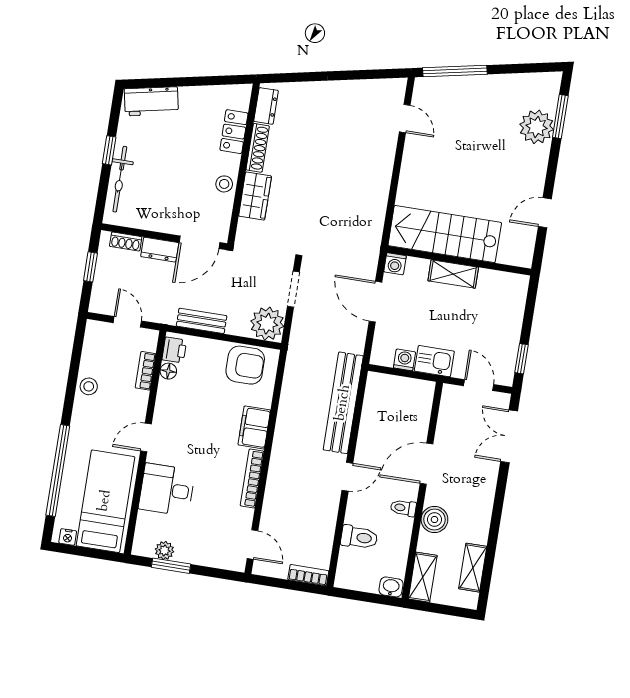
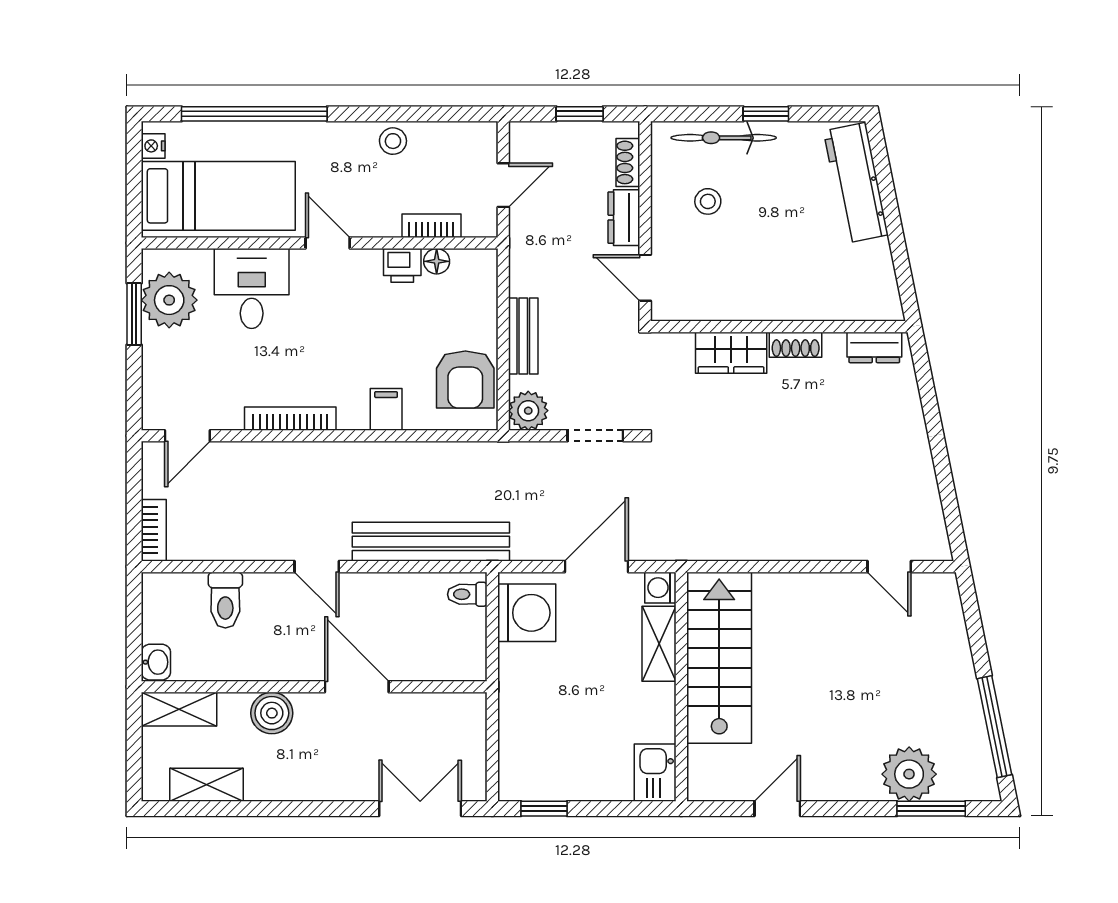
window: (455, 71) -> (995, 727), moved
workbench: (151, 101) -> (856, 183), width x1.38
door: (405, 119) -> (889, 567), hinge flipped
locker: (234, 132) -> (826, 304), removed
shoe rack: (258, 148) -> (796, 345), width x0.70
stool: (224, 184) -> (708, 201), moved
door: (545, 213) -> (777, 809), hinge flipped
door: (200, 242) -> (645, 278), width x0.73
shelving: (453, 274) -> (659, 644), moved
bench: (202, 321) -> (523, 336), moved
plant: (267, 324) -> (528, 411), width x0.73, depth x0.73
printer: (174, 350) -> (402, 265), moved
washing machine: (404, 360) -> (527, 613), width x1.89, depth x1.89
kitchen sink: (434, 361) -> (655, 773), moved, turned 180
door: (479, 385) -> (492, 748), removed
filing cabinet: (254, 427) -> (386, 409), width x0.50
toilet: (403, 508) -> (467, 594), moved, turned -90
plant: (164, 550) -> (169, 300), width x1.87, depth x1.87

